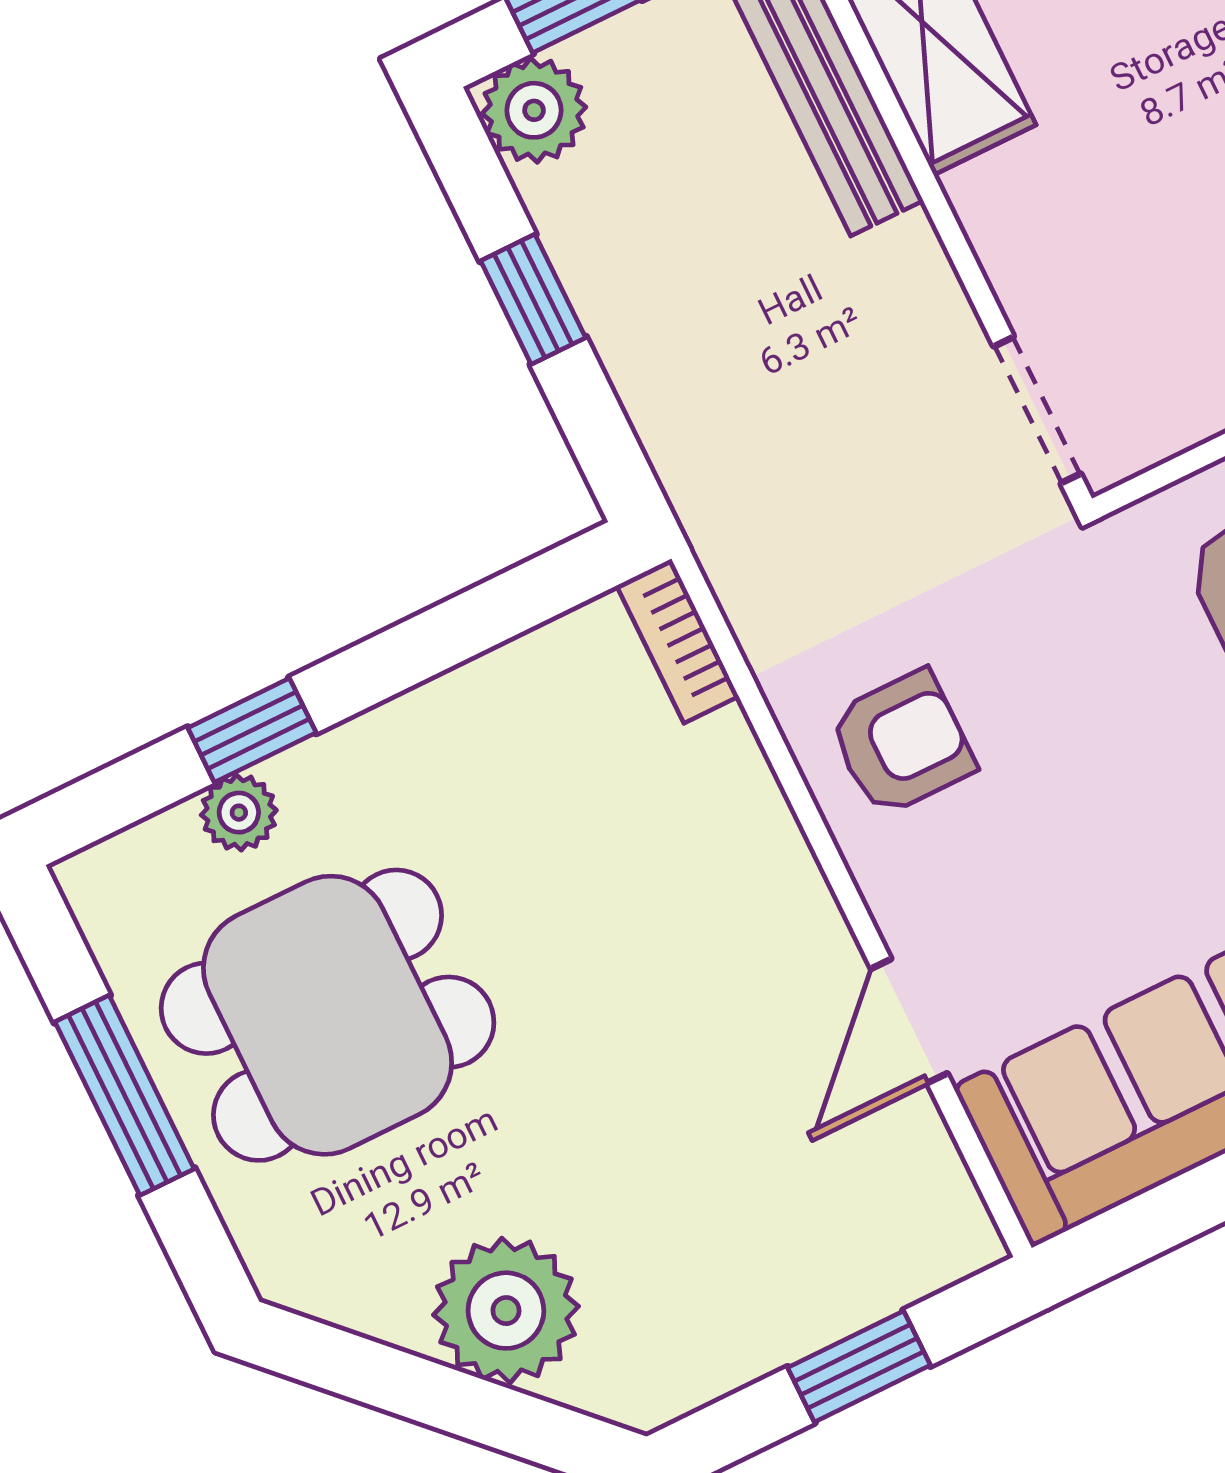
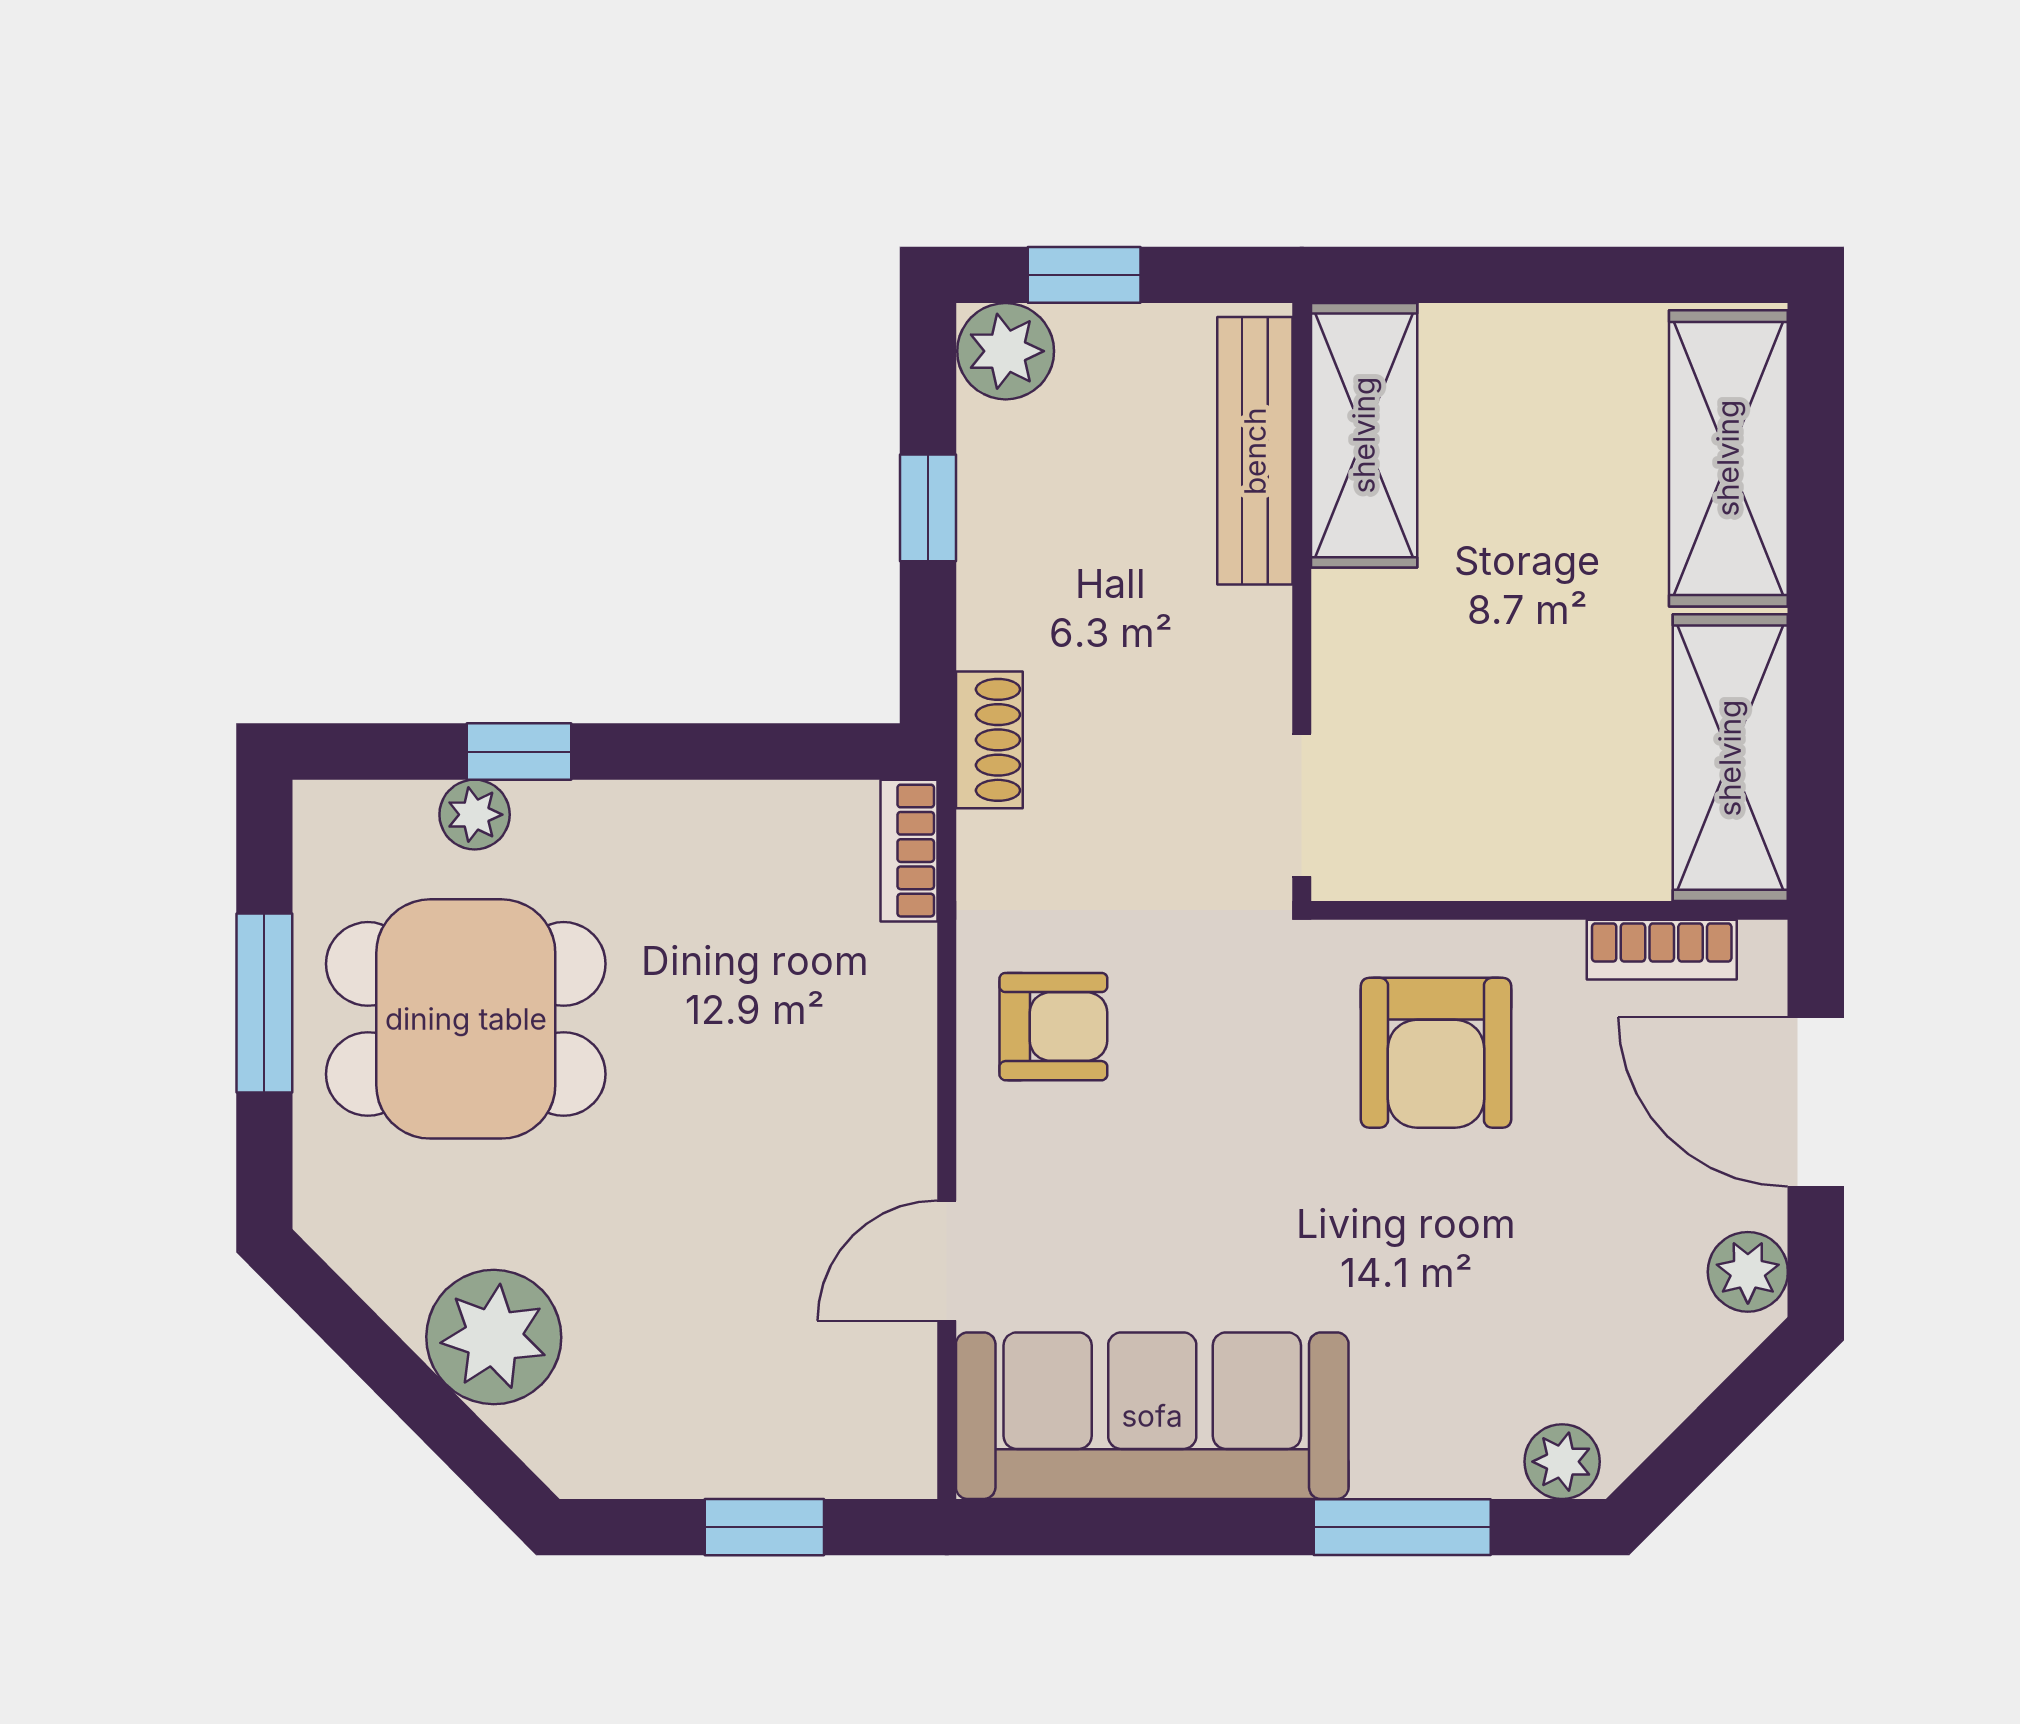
shoe rack: (703, 495) -> (989, 740), added

